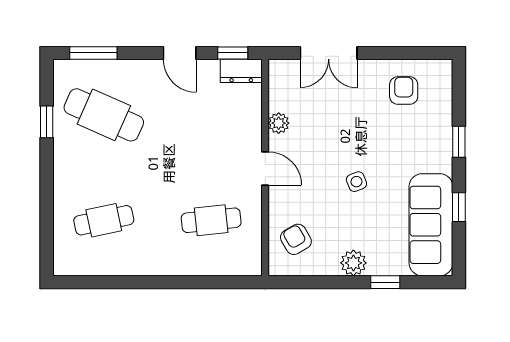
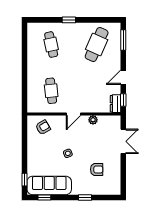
double door: (329, 53) -> (123, 141), swing flipped
armchair: (404, 90) -> (97, 169), moved
window: (47, 122) -> (69, 20), moved
window: (459, 207) -> (44, 198), moved
plant: (353, 263) -> (33, 152), removed
window: (385, 282) -> (24, 180), moved

